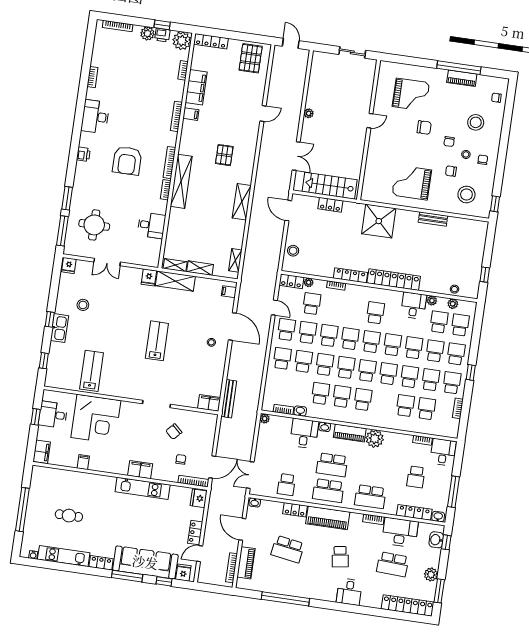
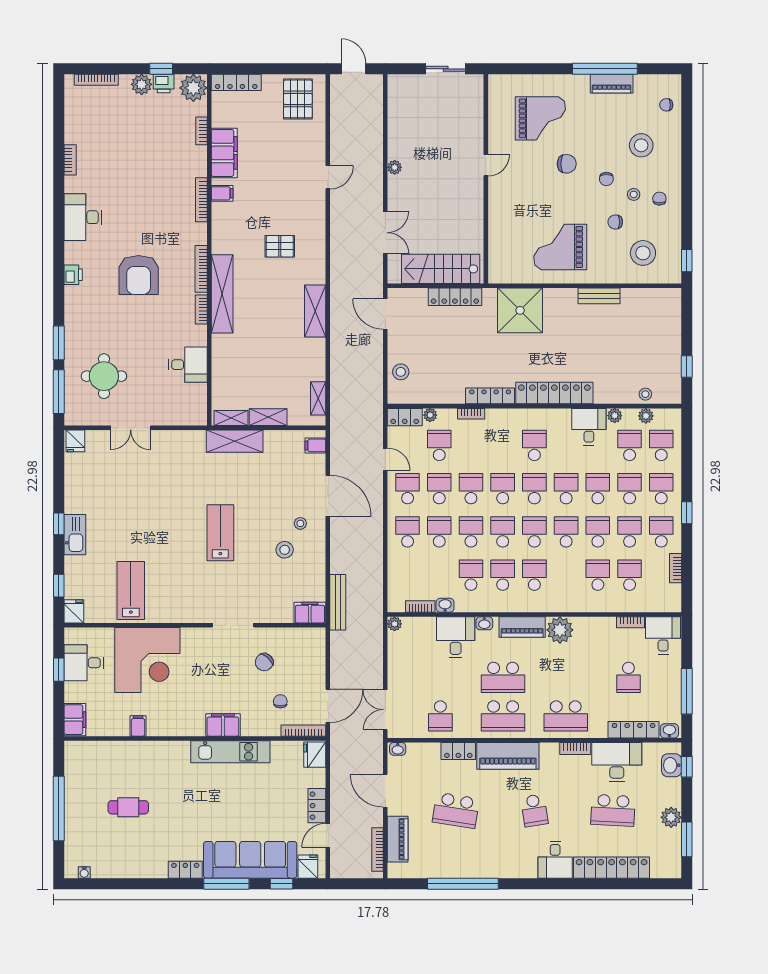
pallet: (224, 155) -> (280, 246), turned 90
locker: (330, 205) -> (455, 297), width x1.53
fridge: (149, 277) -> (74, 611), moved, turned 180
stool: (83, 305) -> (285, 550), moved
kitchen unit: (64, 556) -> (129, 868), removed
locker: (408, 605) -> (612, 868), moved

